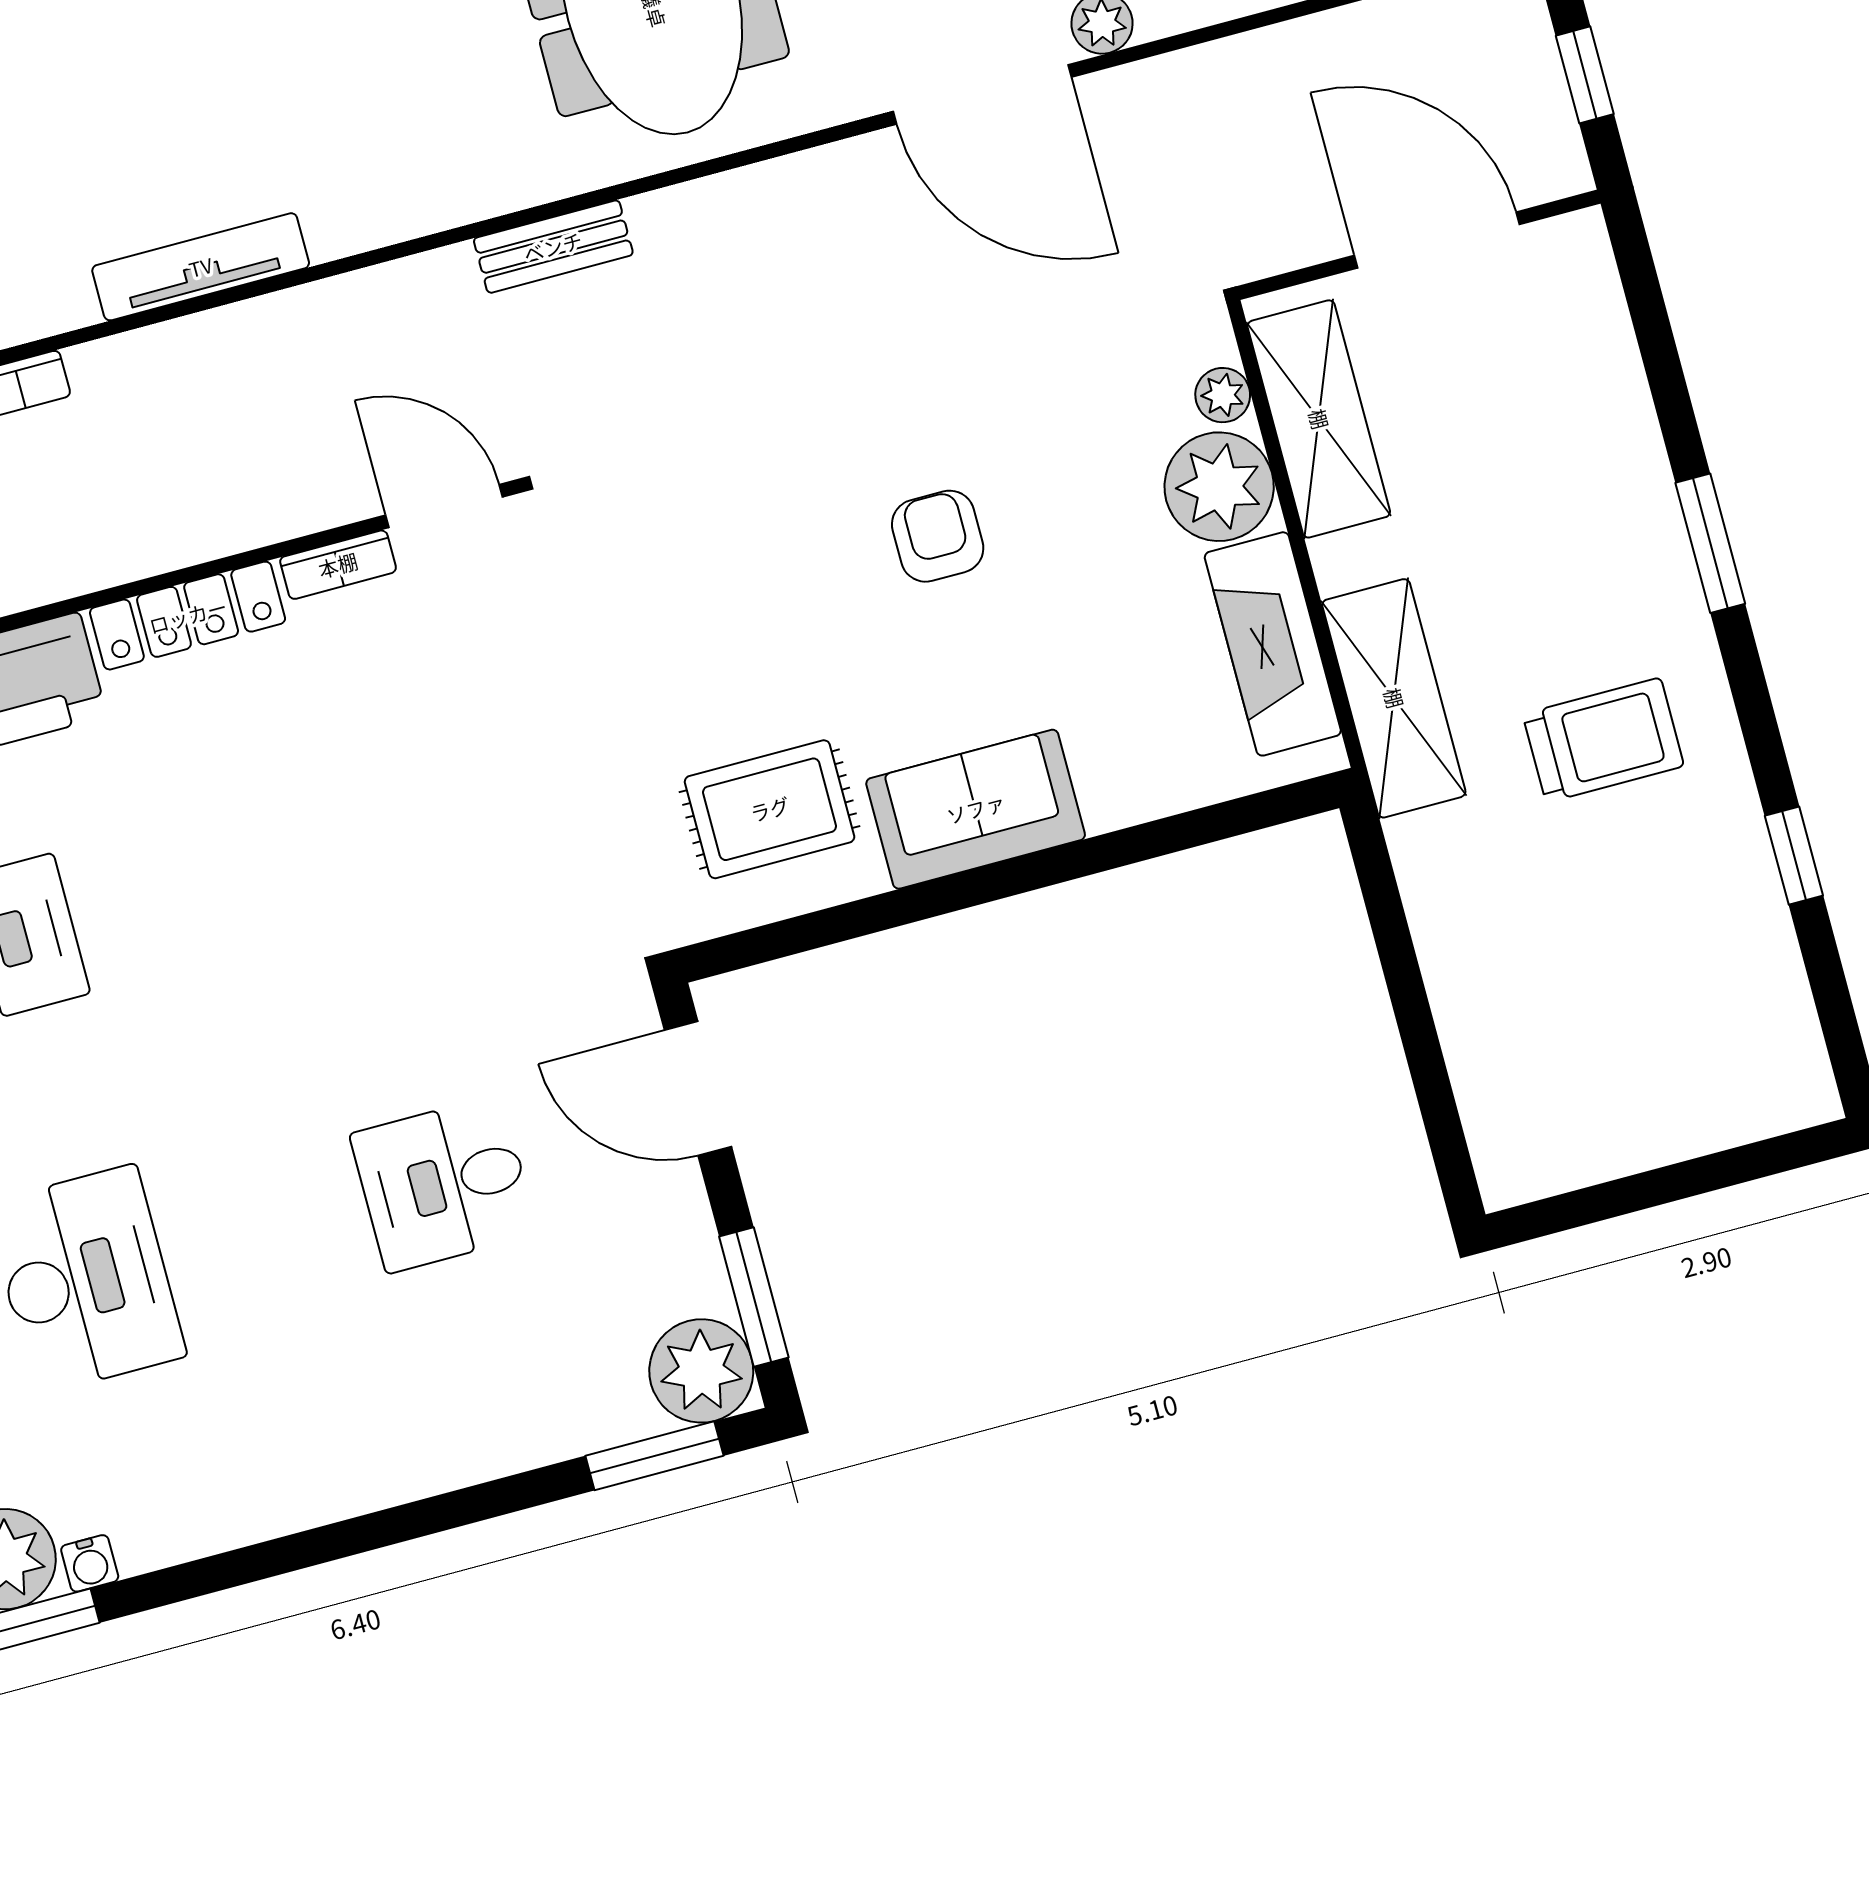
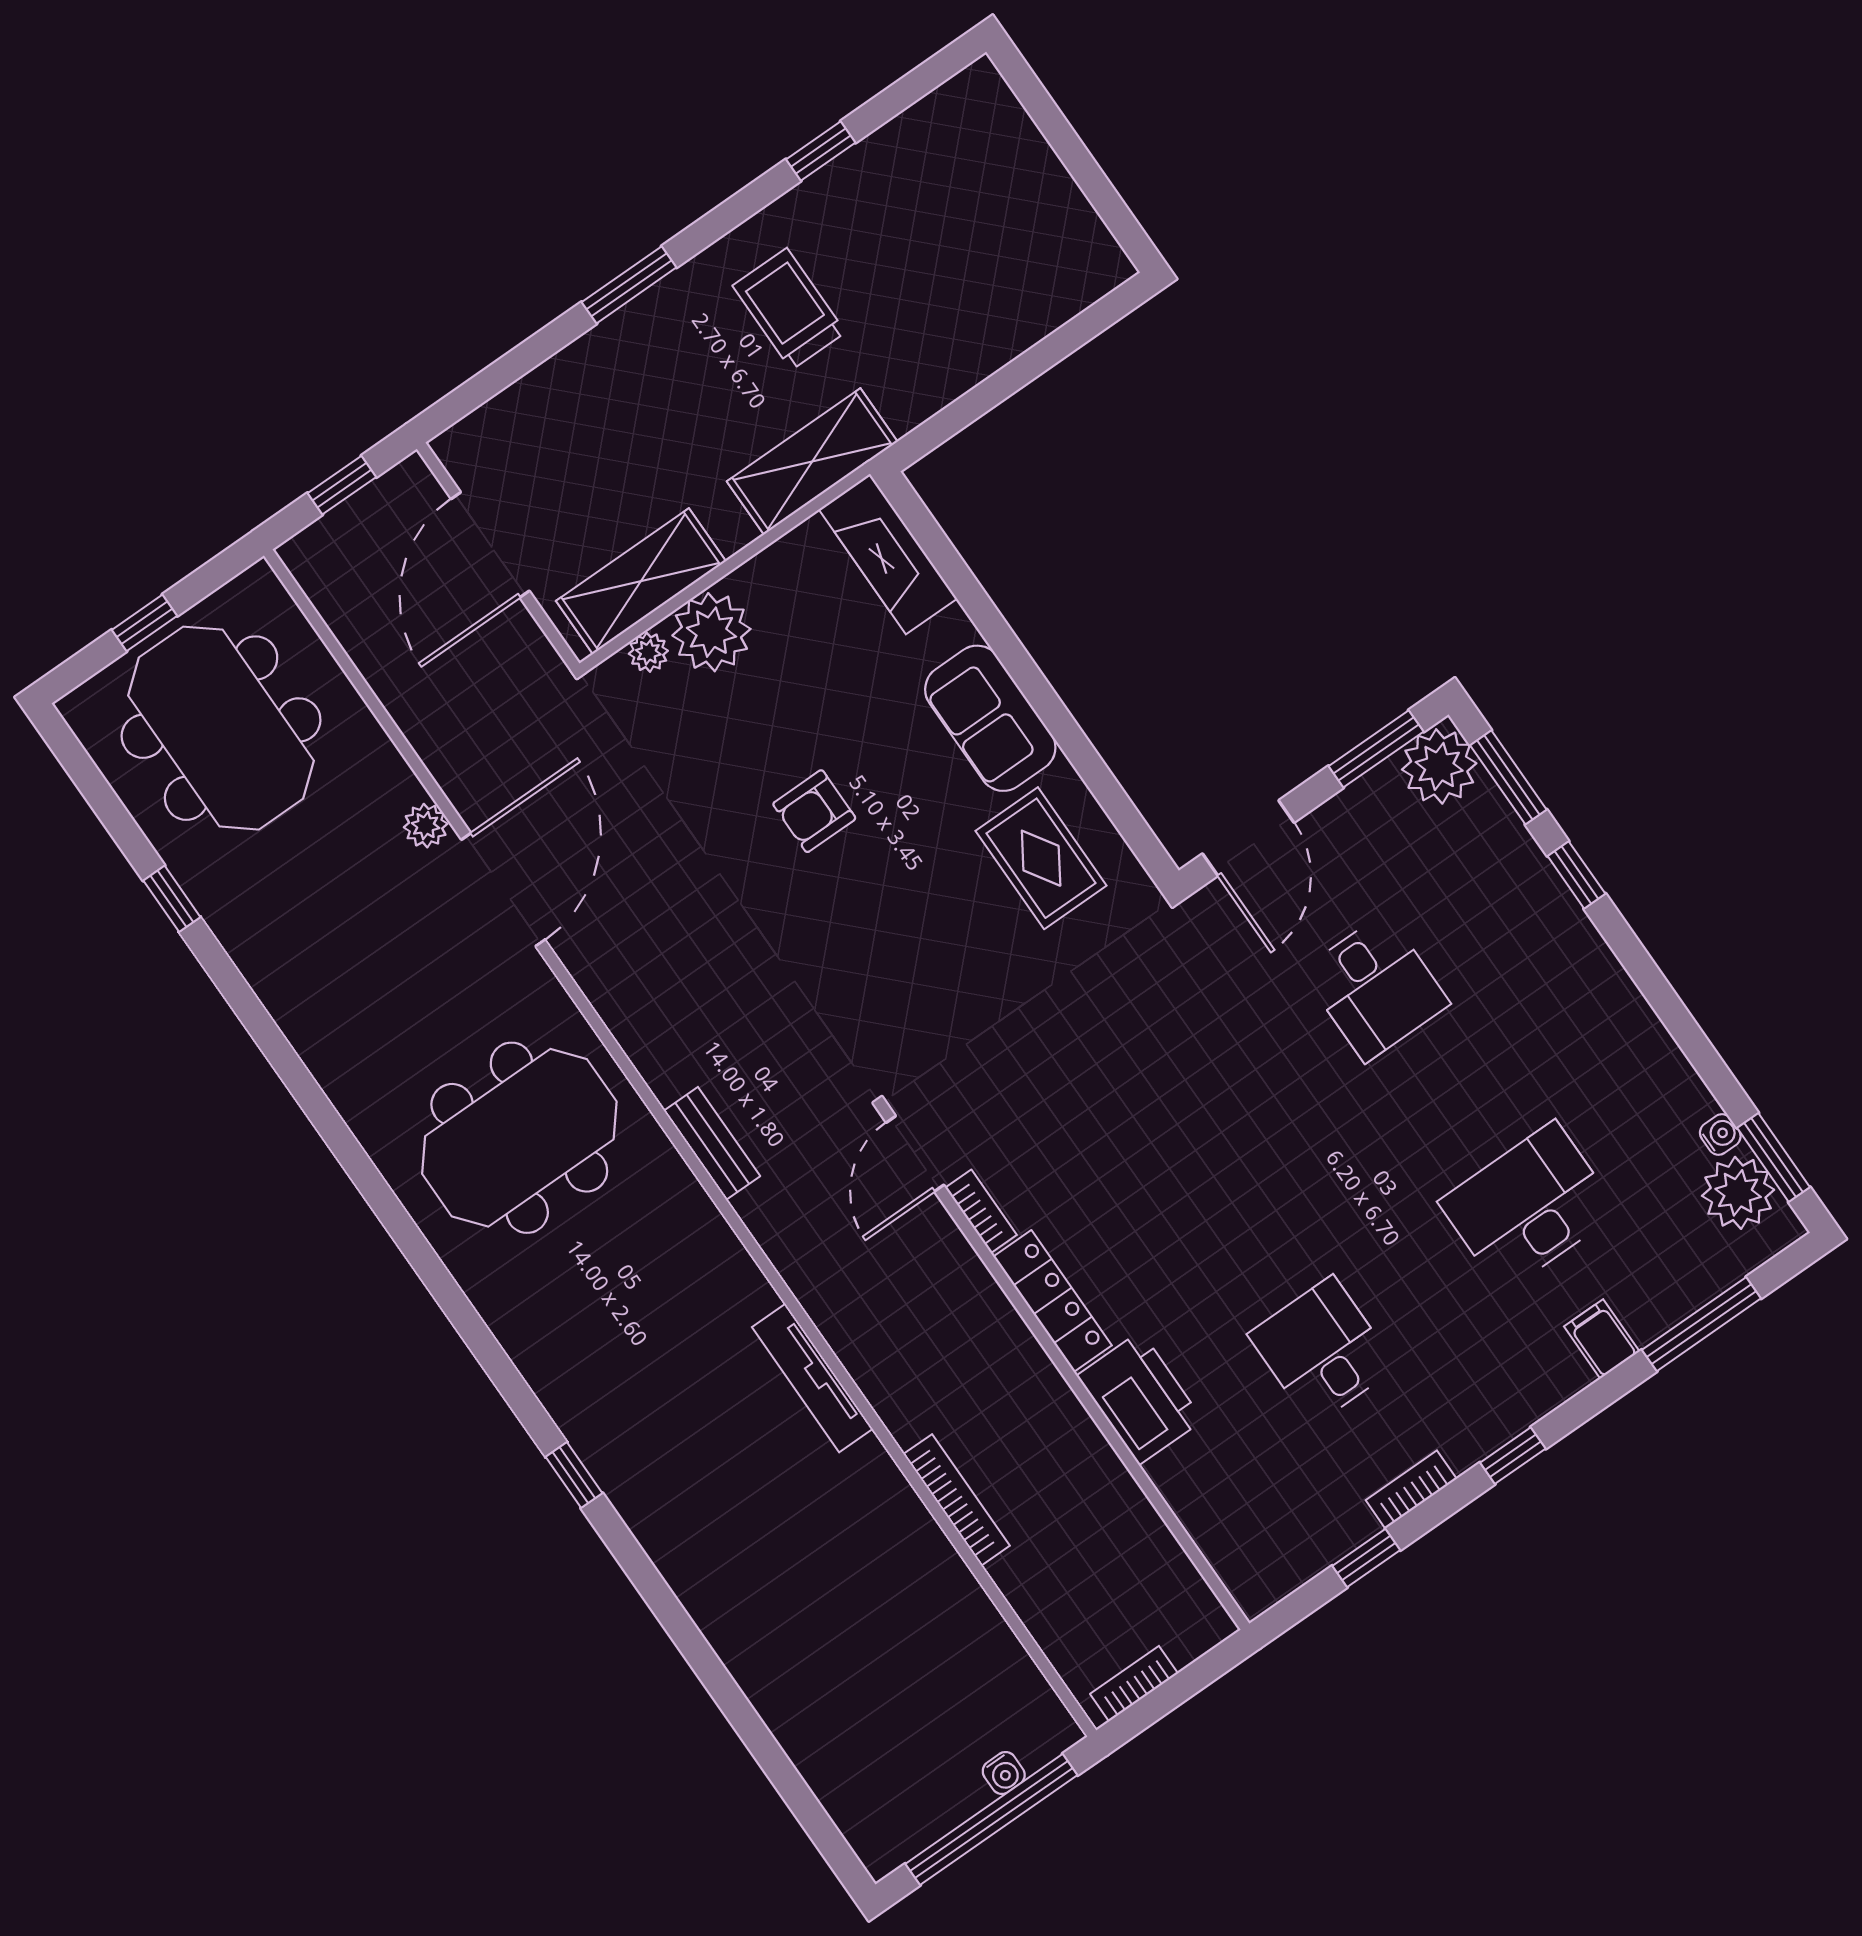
fireplace: (1273, 644) -> (888, 554), moved, turned 90
window: (495, 1498) -> (1576, 875), added

